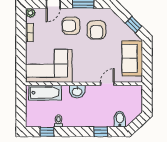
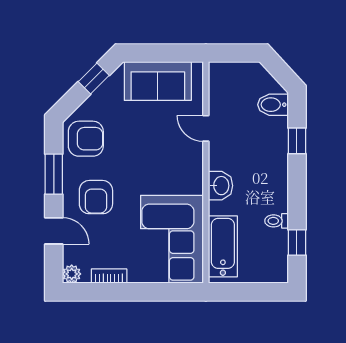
armchair: (96, 30) -> (86, 139), moved

